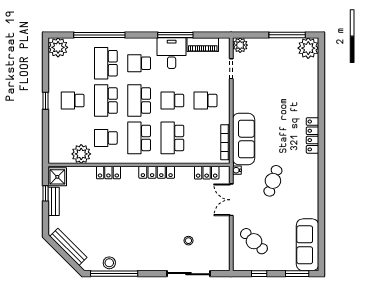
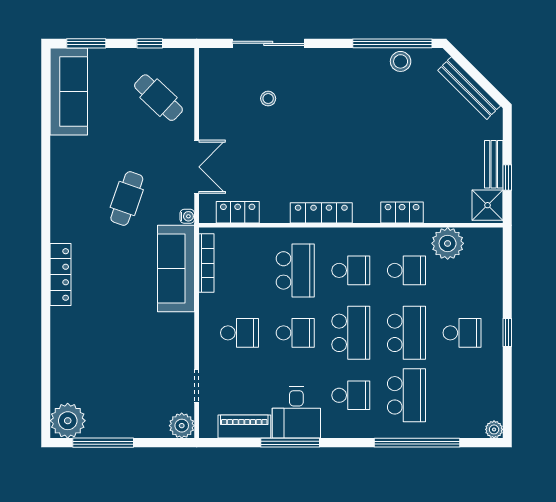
plant: (58, 47) -> (494, 429), width x0.53, depth x0.53
school desk: (139, 138) -> (351, 270), width x0.54

